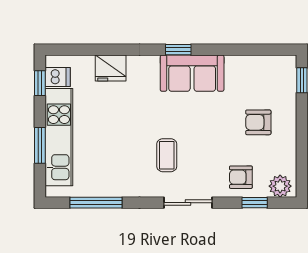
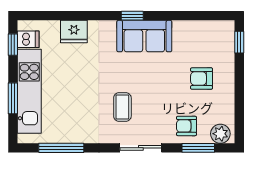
window: (255, 203) -> (198, 148), width x1.50

